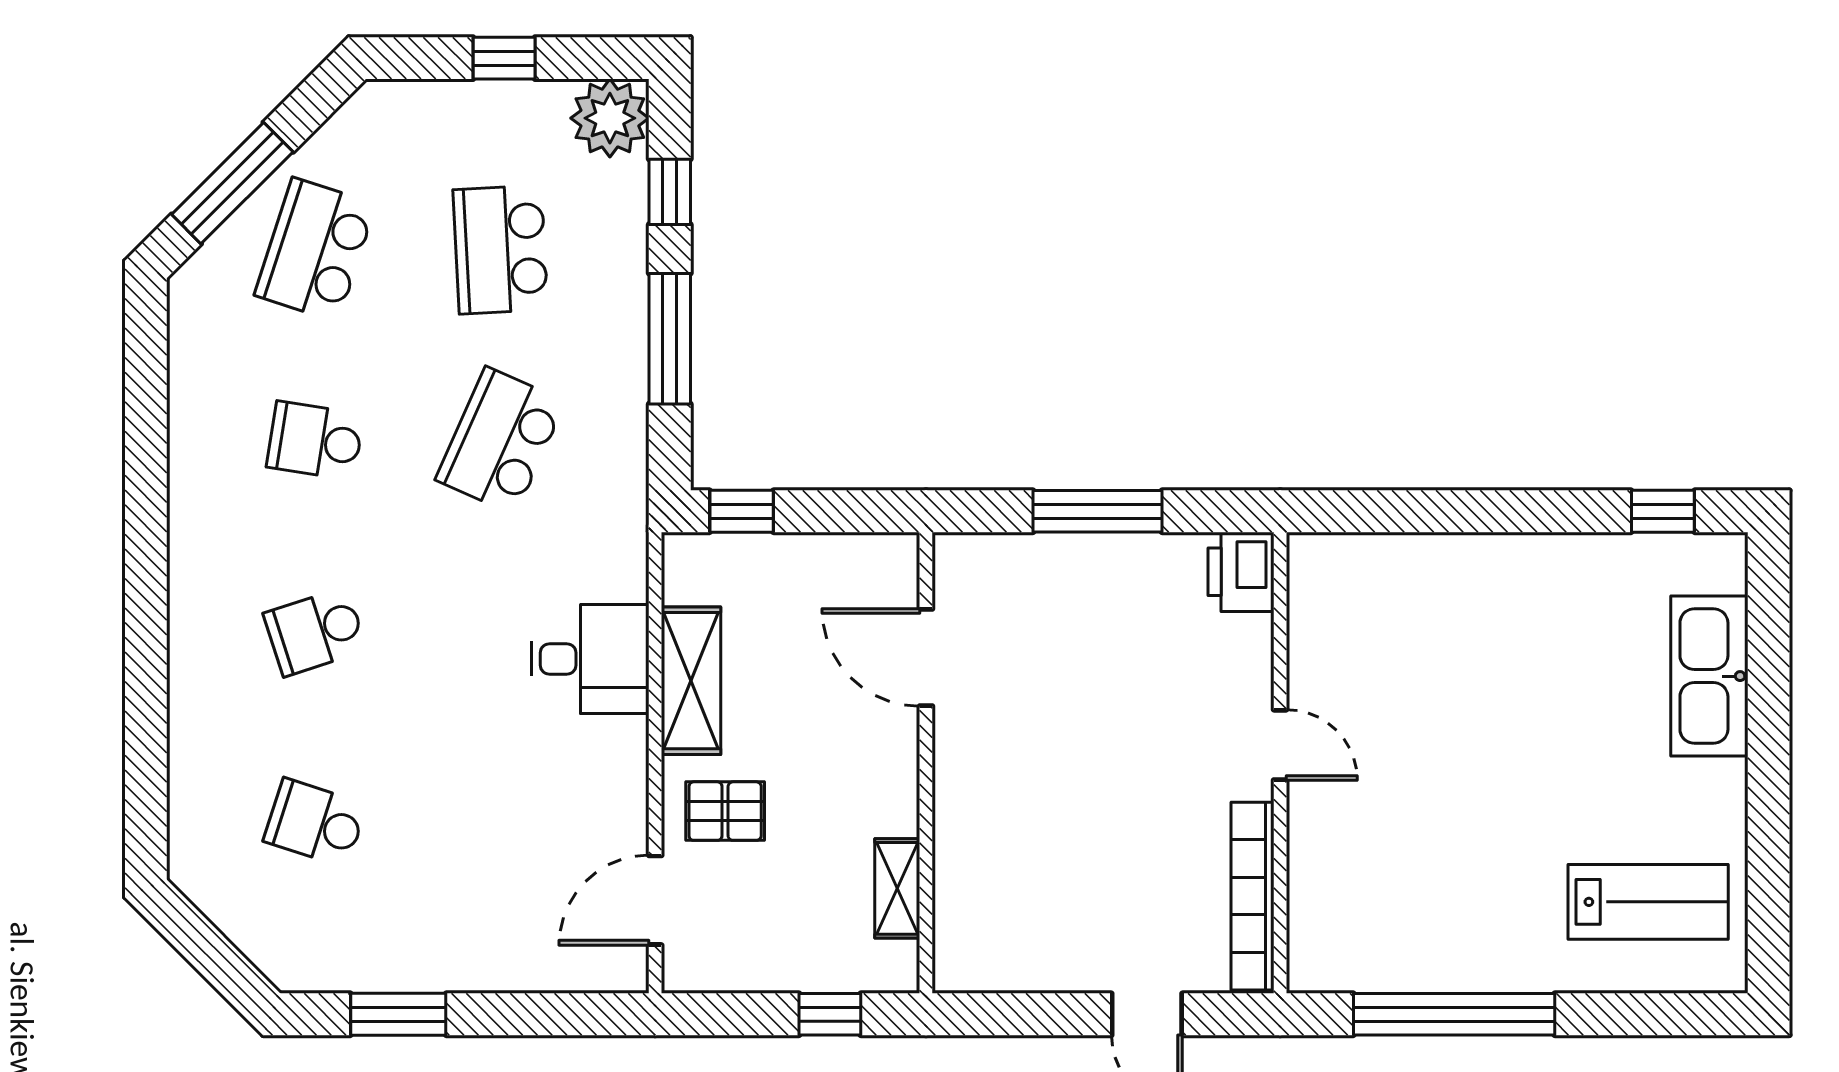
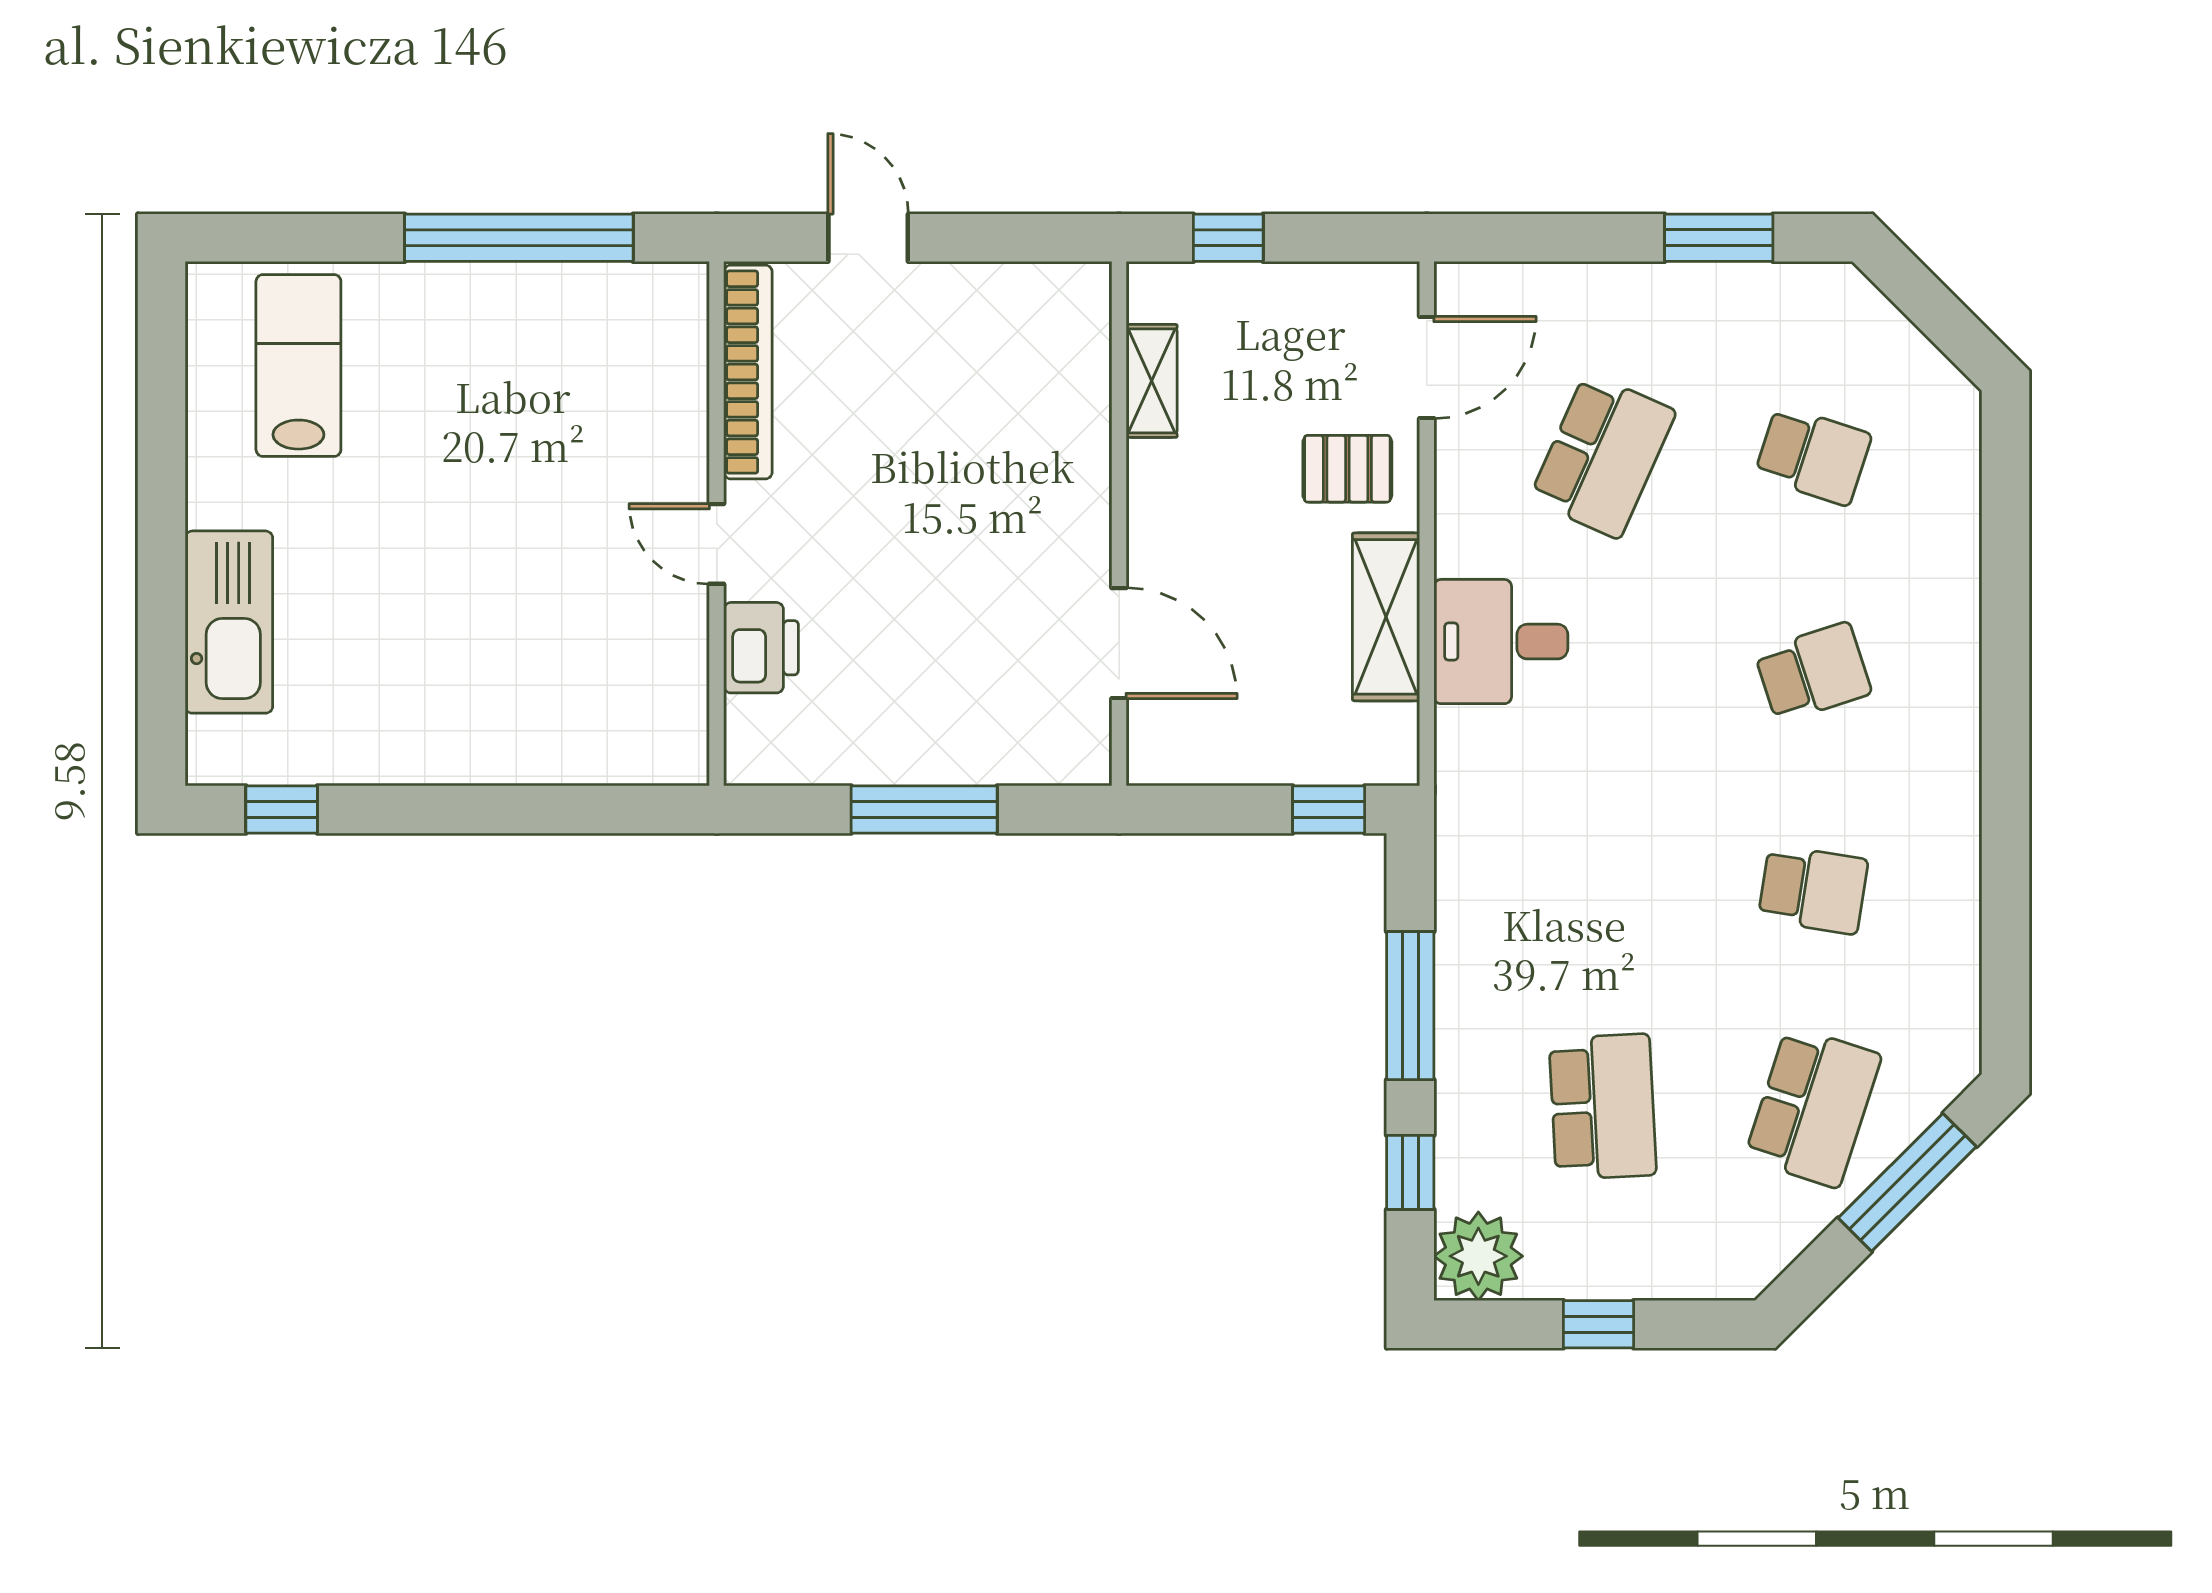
school desk: (500, 441) -> (1603, 455), moved
printer: (1241, 572) -> (761, 648), moved
lab bench: (1648, 902) -> (298, 365), turned 90

